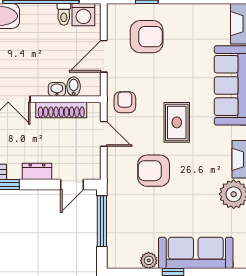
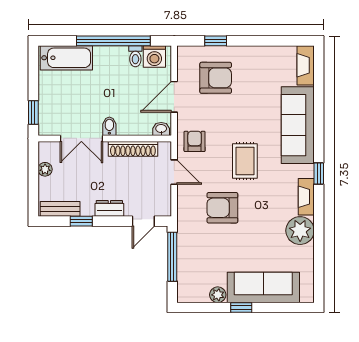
bidet: (74, 87) -> (109, 126), moved
washbasin: (57, 89) -> (161, 129), moved

